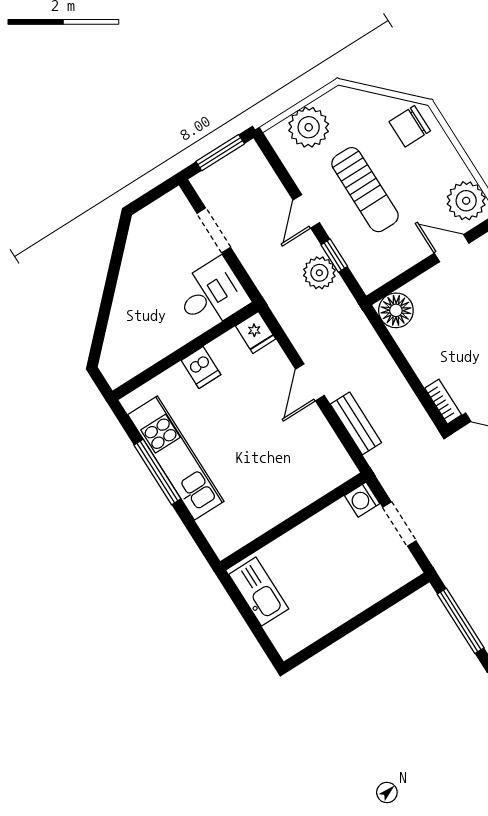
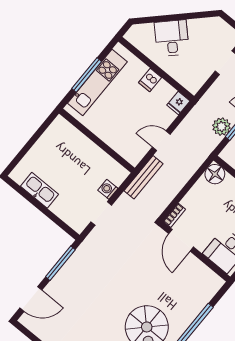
desk: (211, 294) -> (172, 38), moved, turned -135
bench: (356, 423) -> (143, 177), width x1.36
wall: (293, 521) -> (97, 141), moved
kitchen sink: (259, 592) -> (39, 190), moved, turned -90

